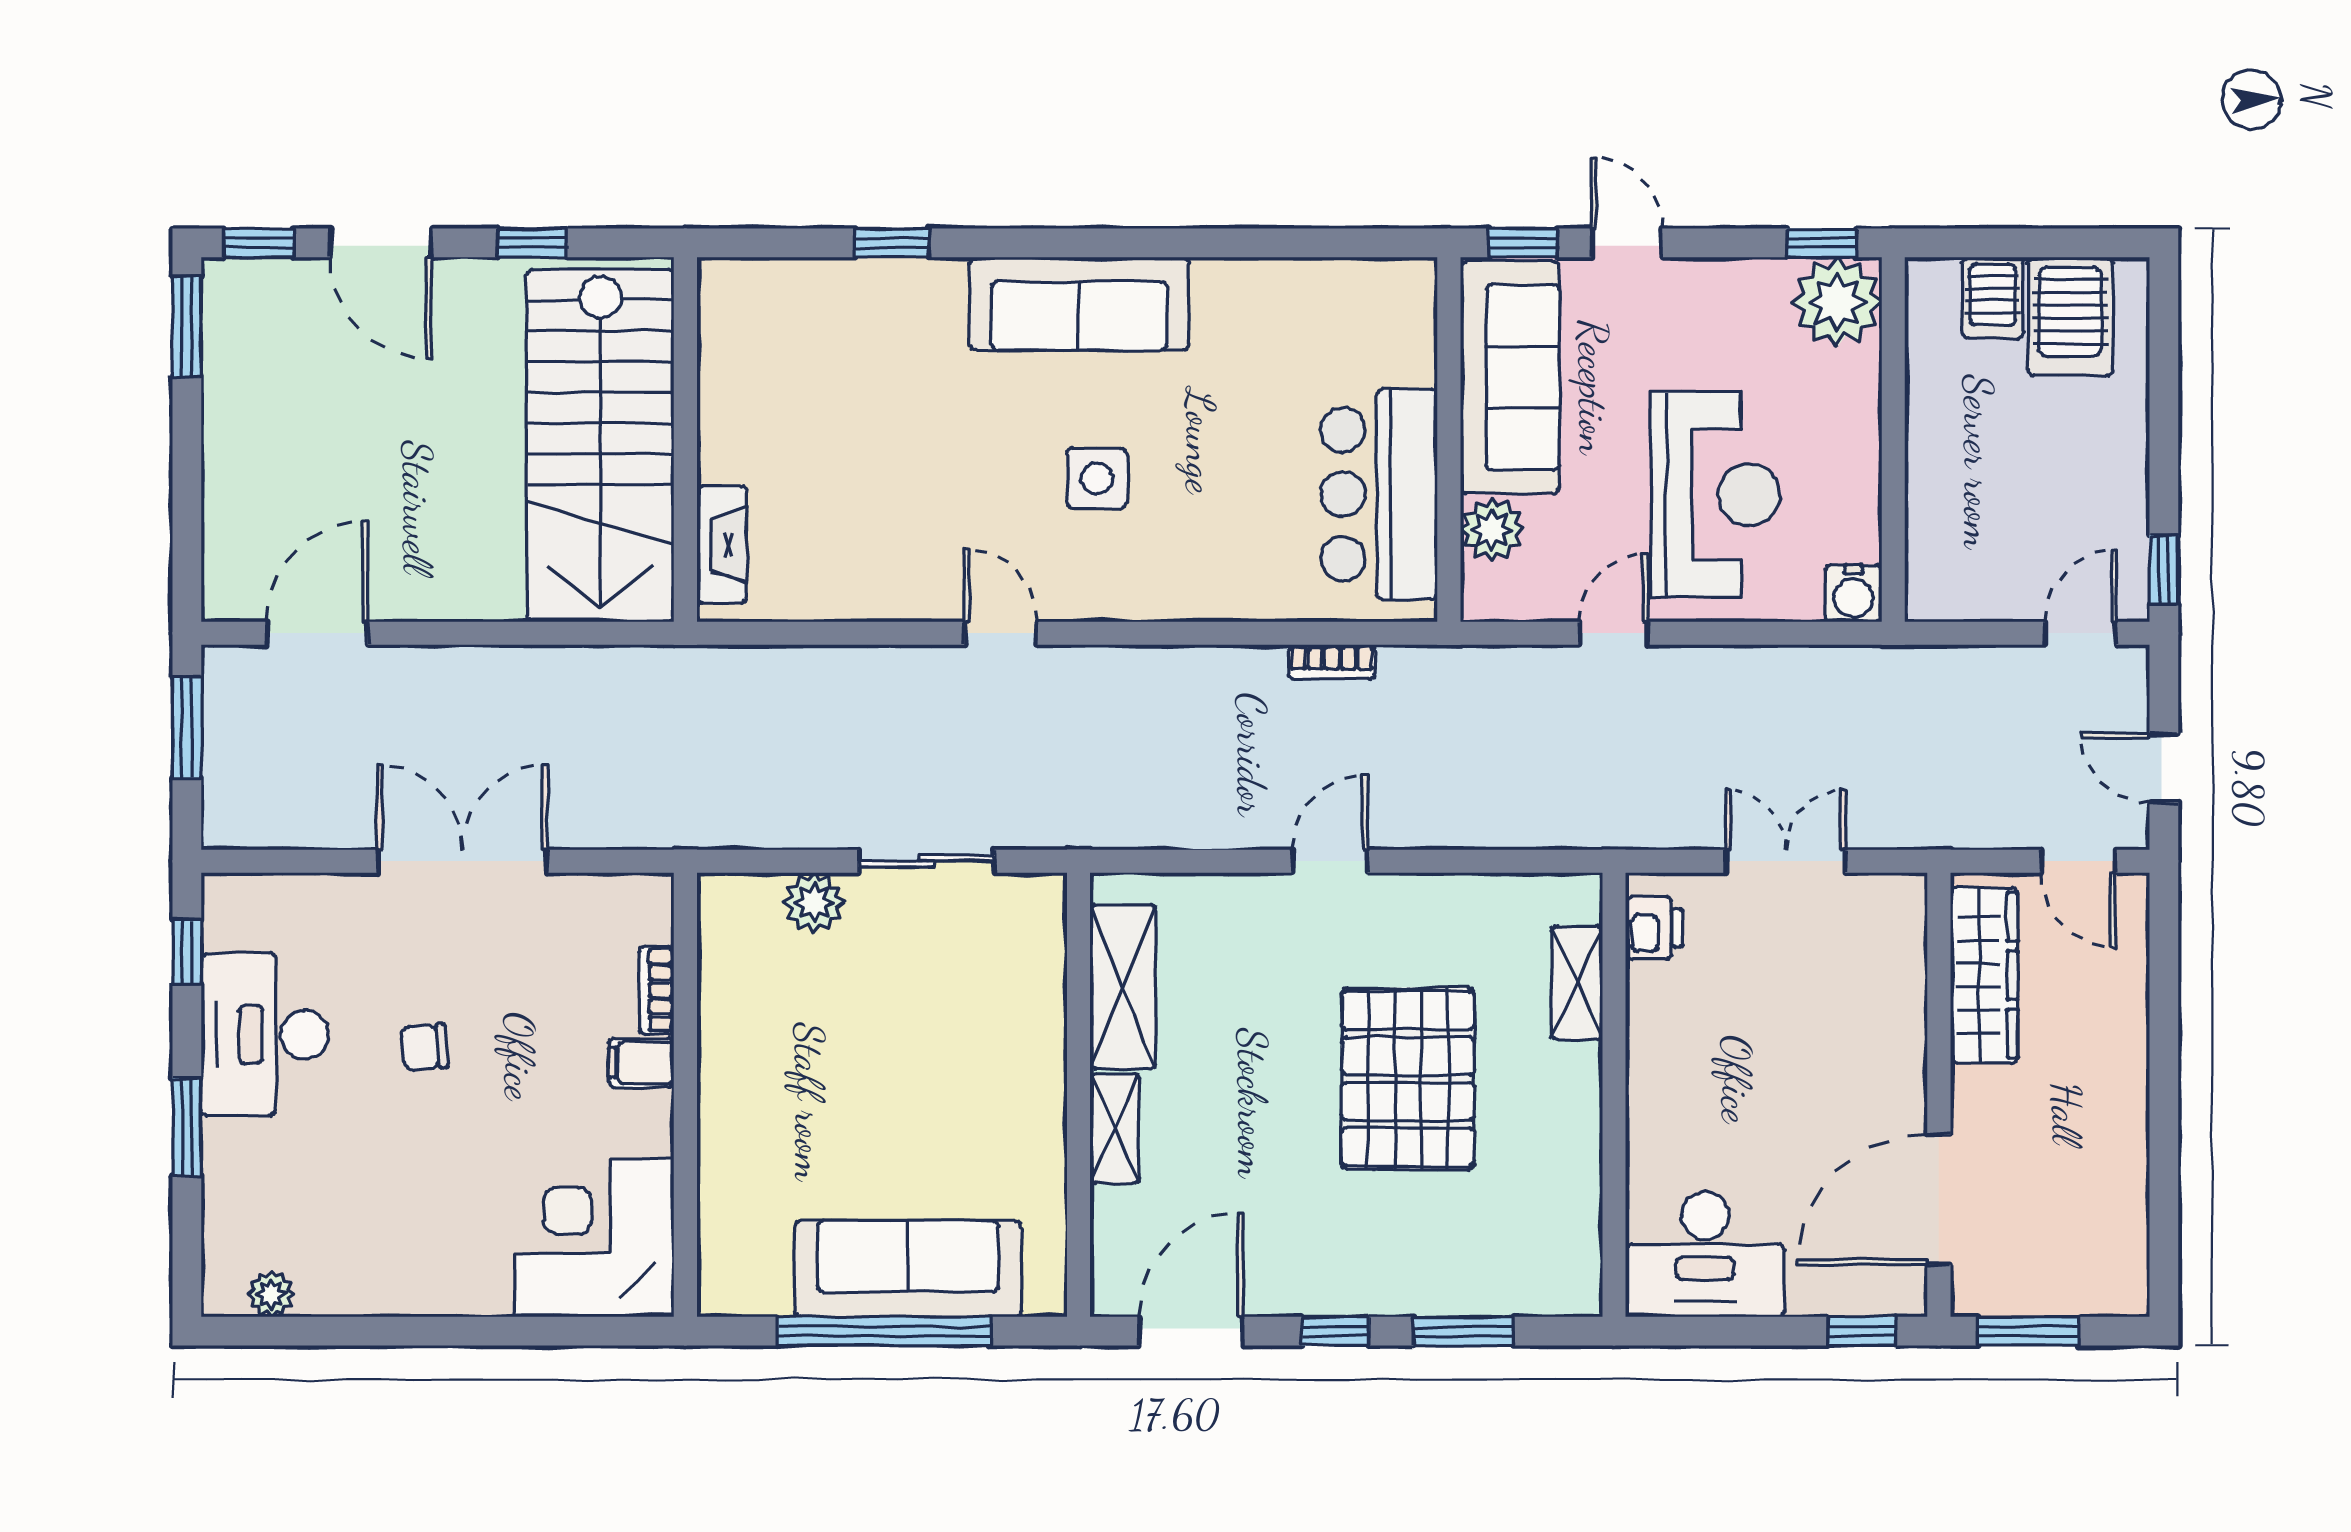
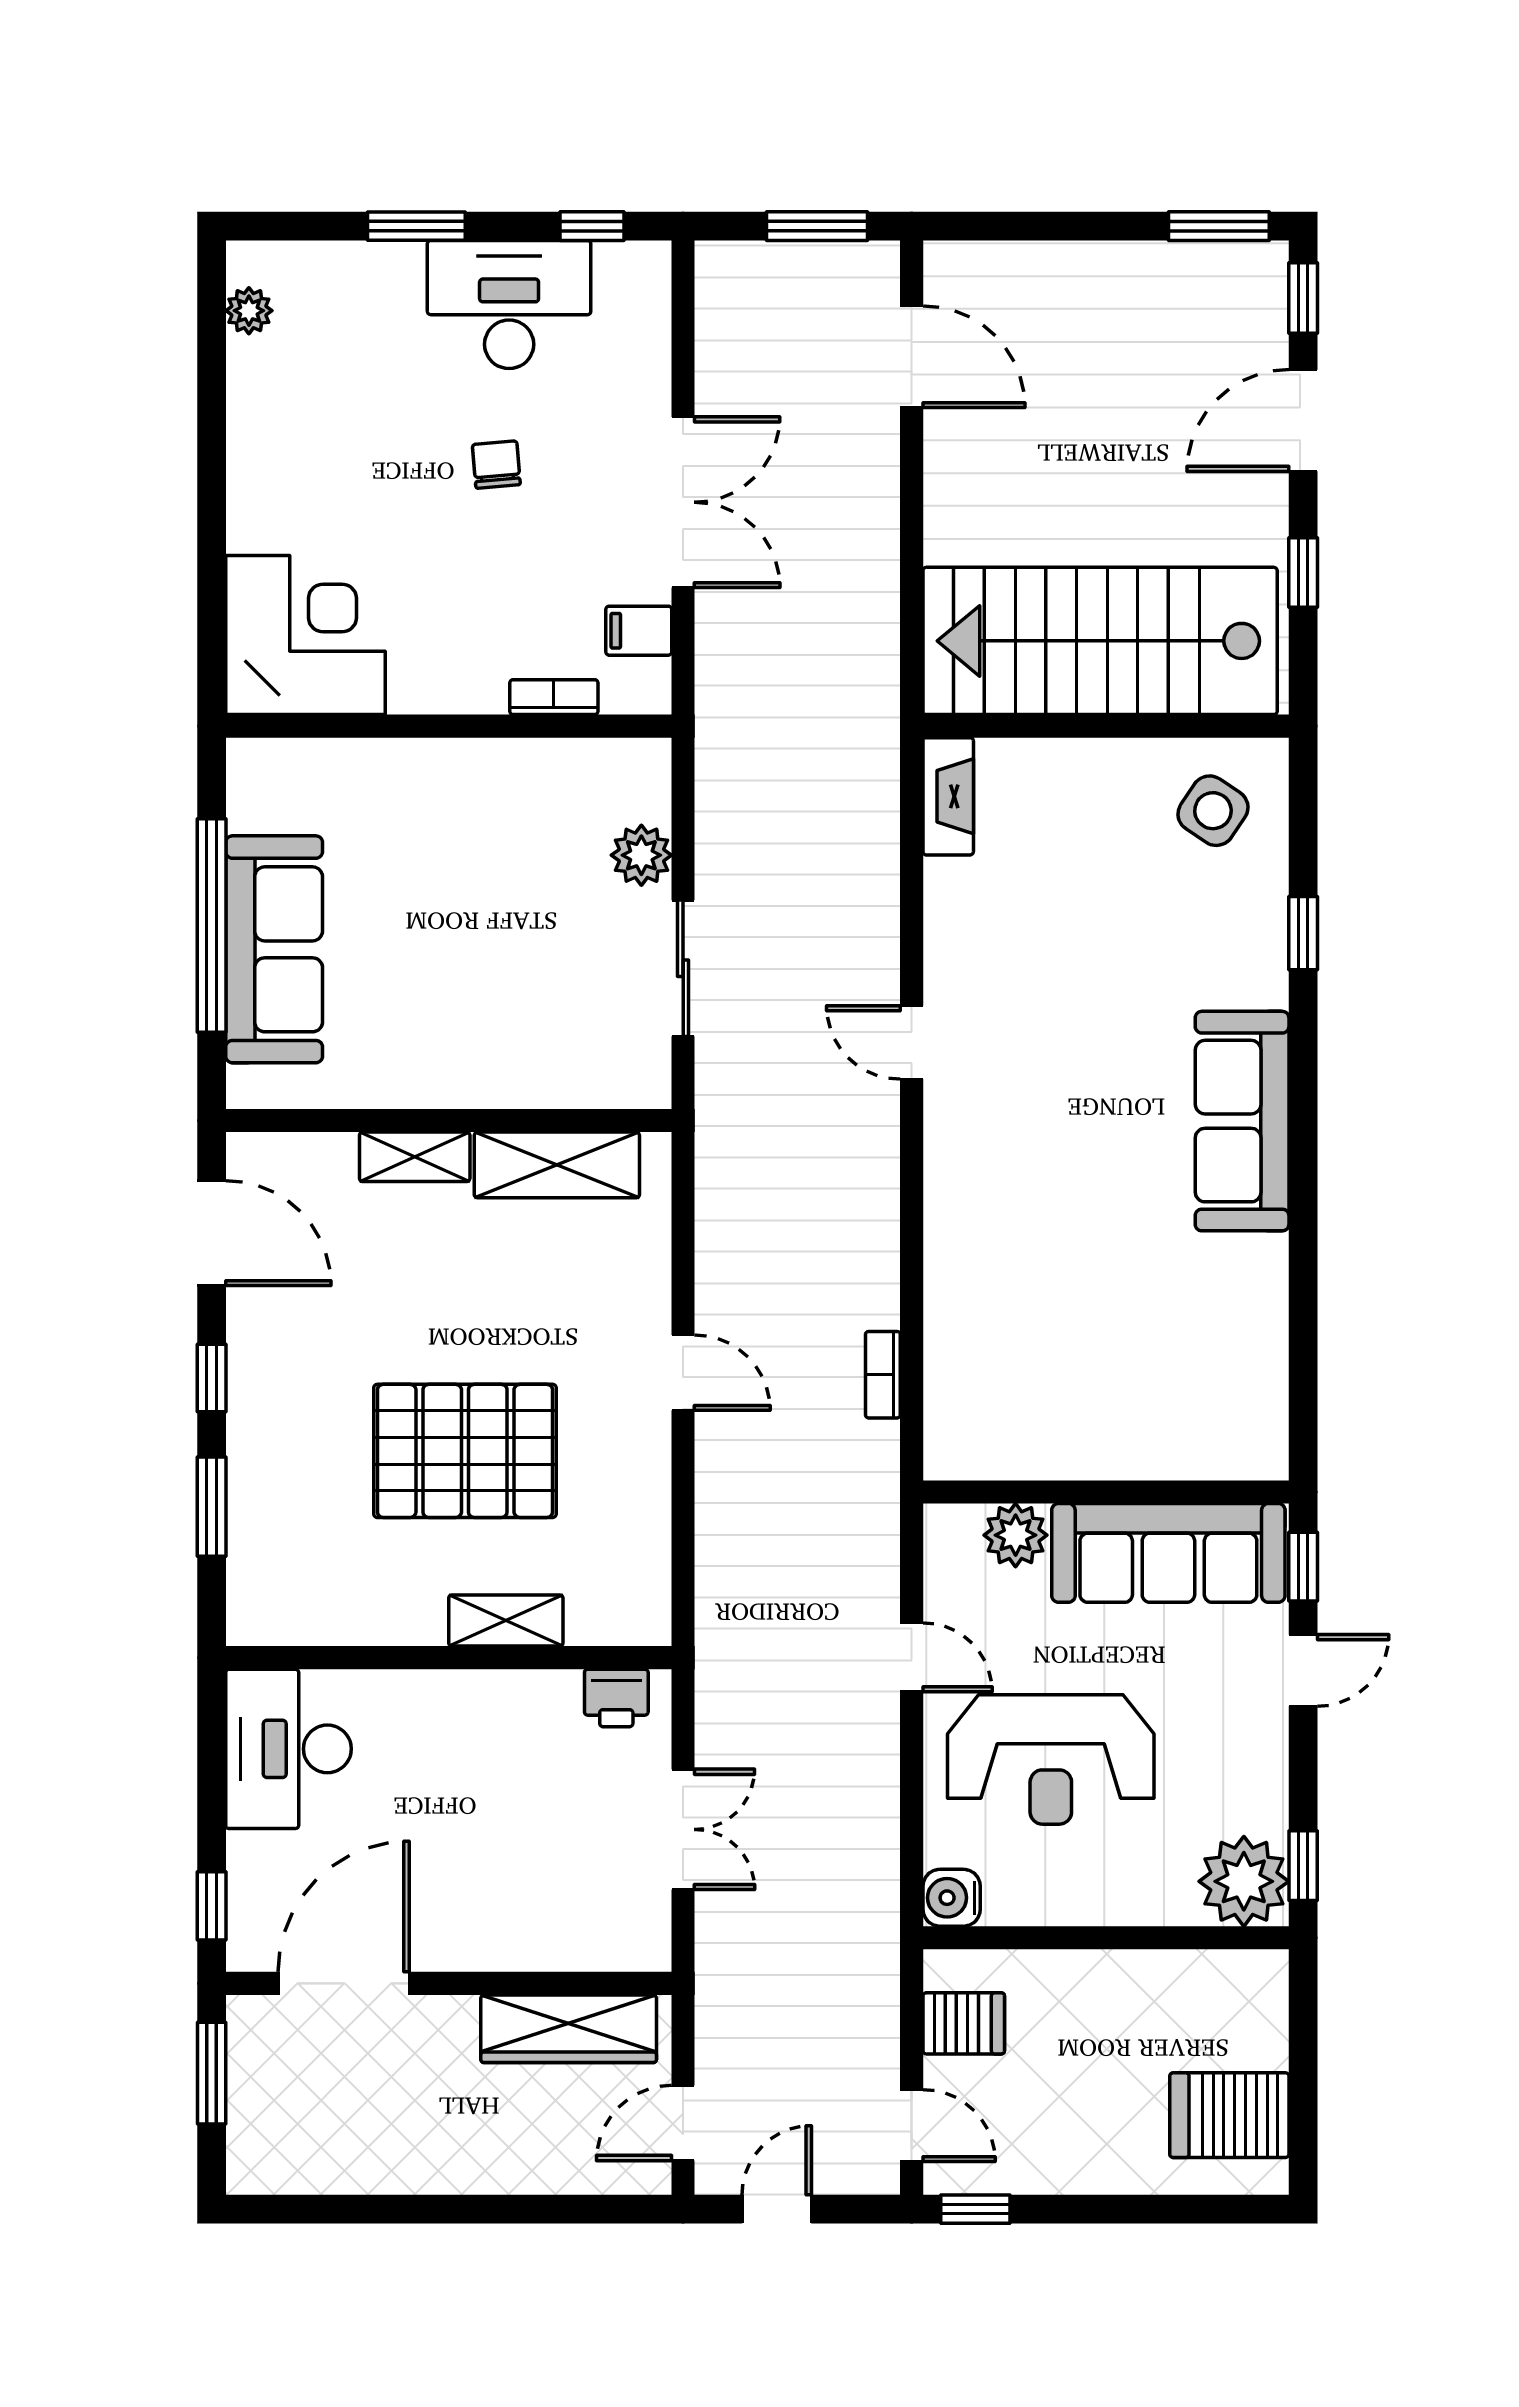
server rack: (1993, 298) -> (964, 2023), moved, turned 180
side table: (1097, 478) -> (1213, 811), moved, turned 34
bar counter: (1379, 494) -> (1051, 1422), removed
fireplace: (722, 545) -> (948, 796), moved, turned -90
door: (1001, 633) -> (912, 1042), swing flipped
shelving: (1577, 983) -> (506, 1621), moved
filing cabinet: (641, 1063) -> (639, 631), moved, turned -90
door: (1939, 1200) -> (344, 1983), hinge flipped

